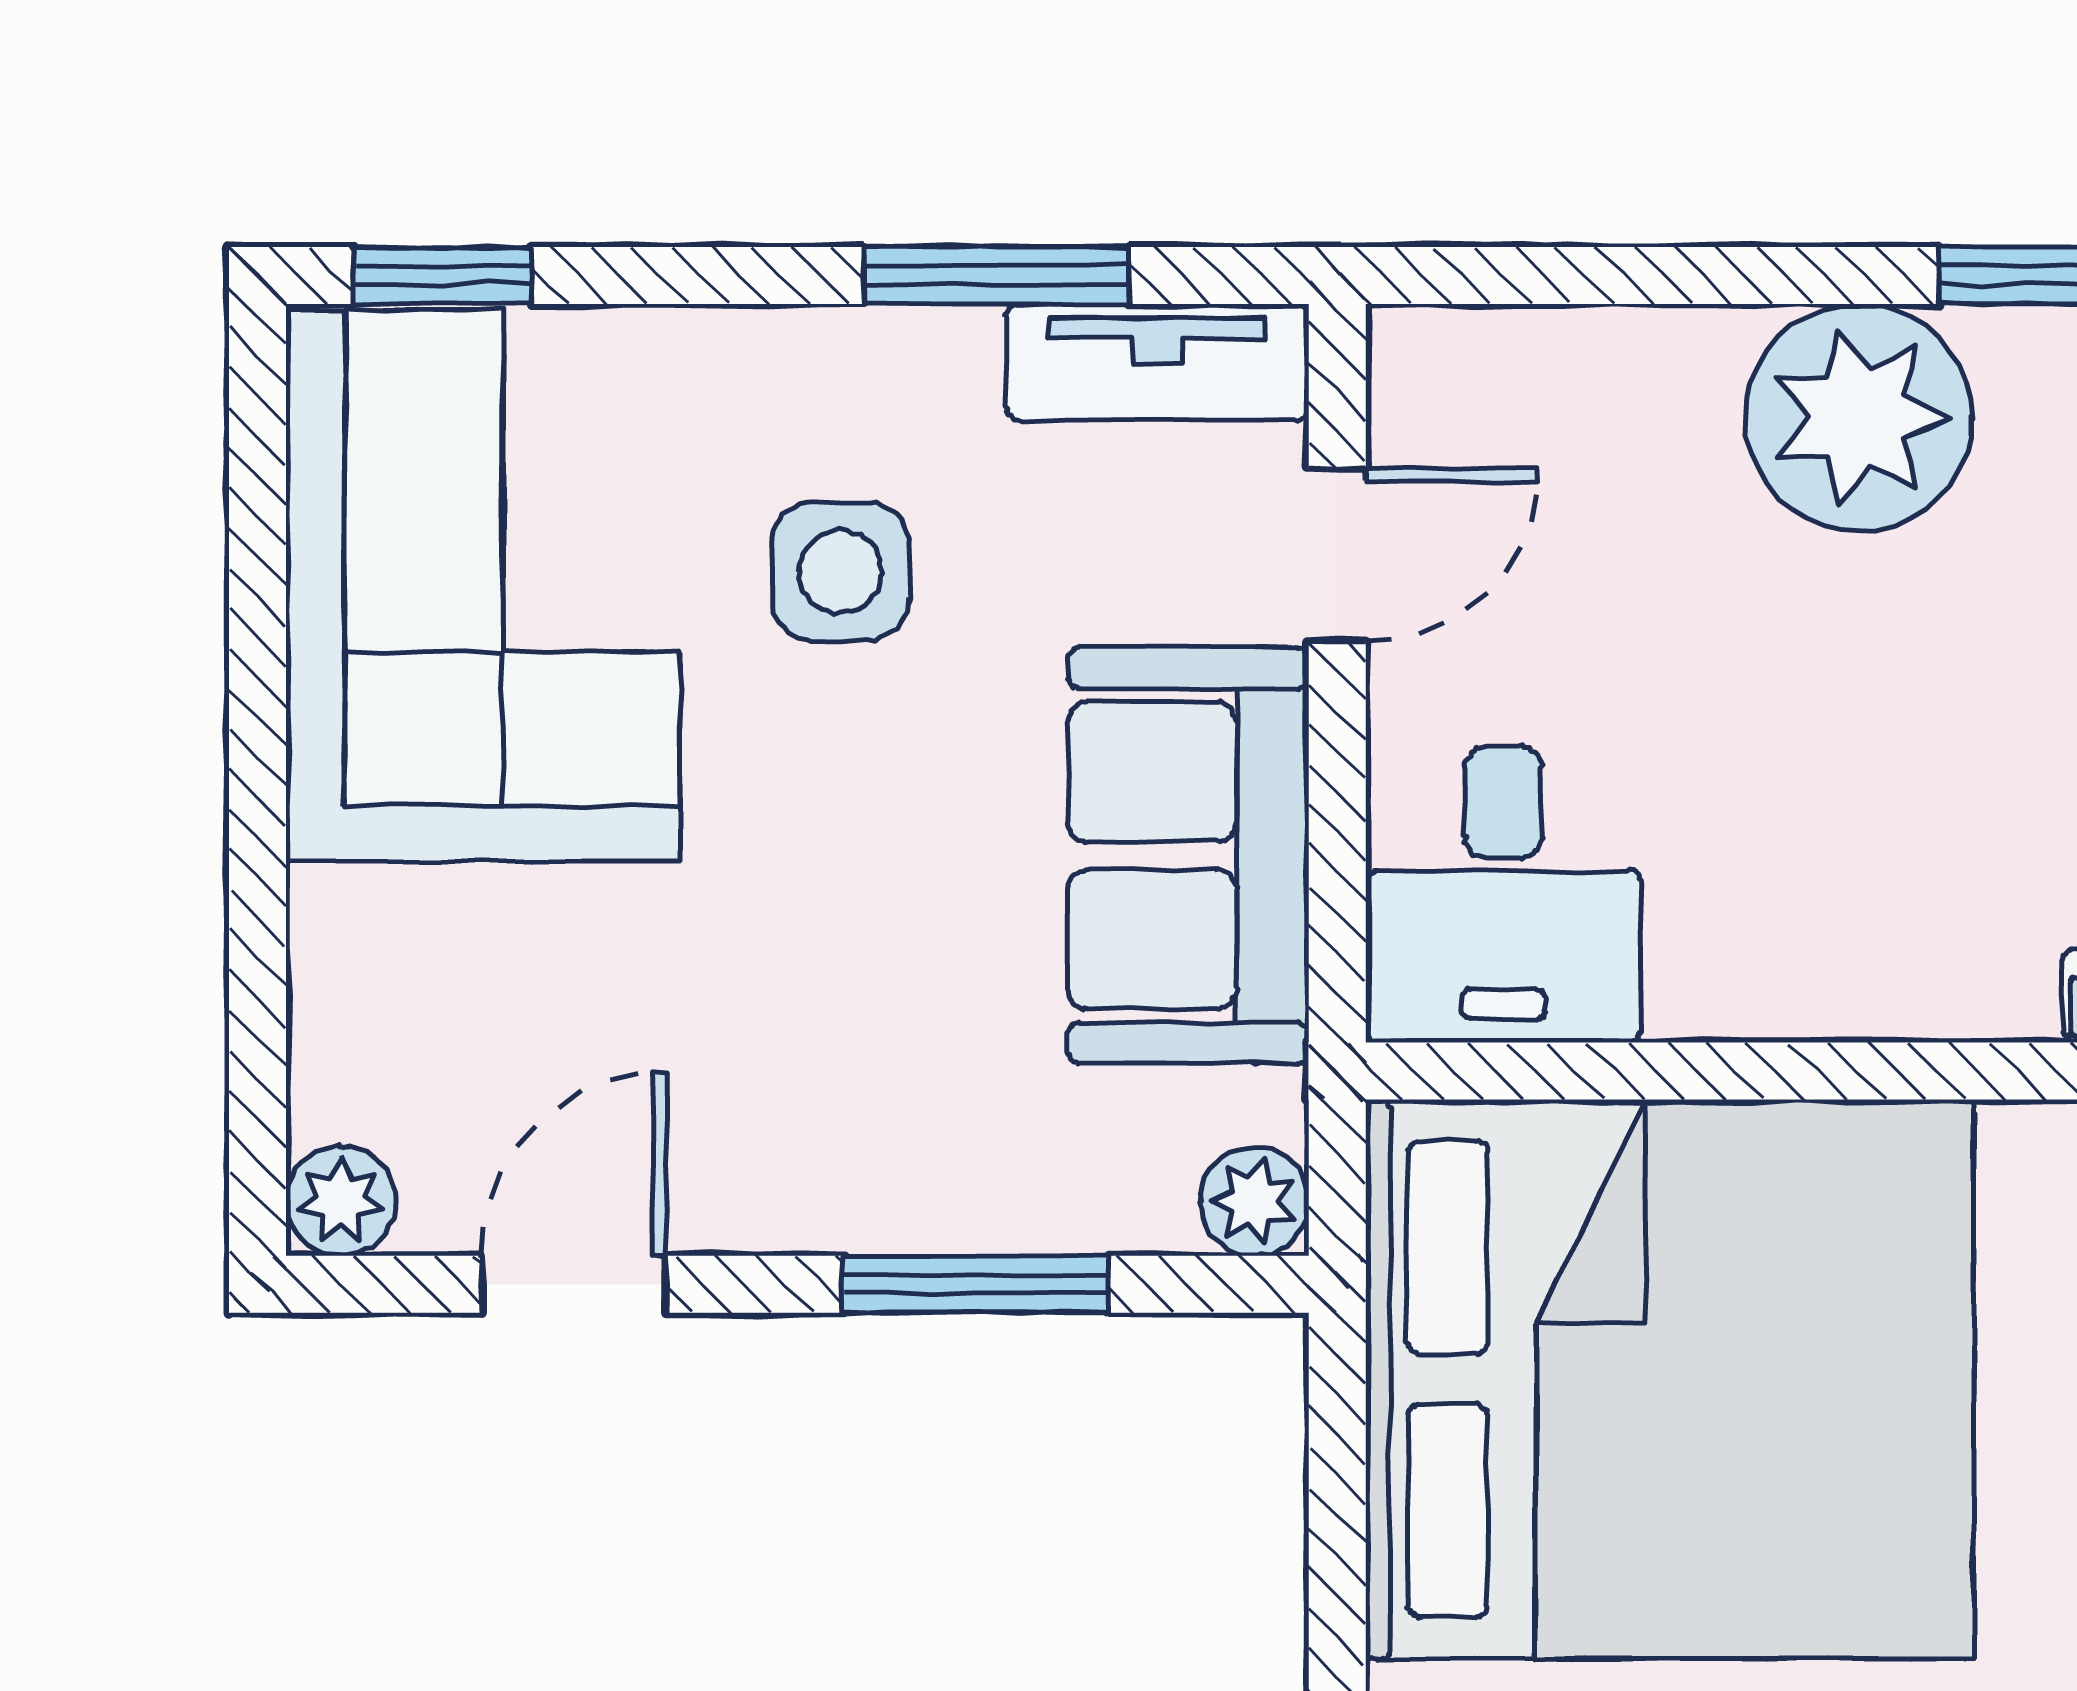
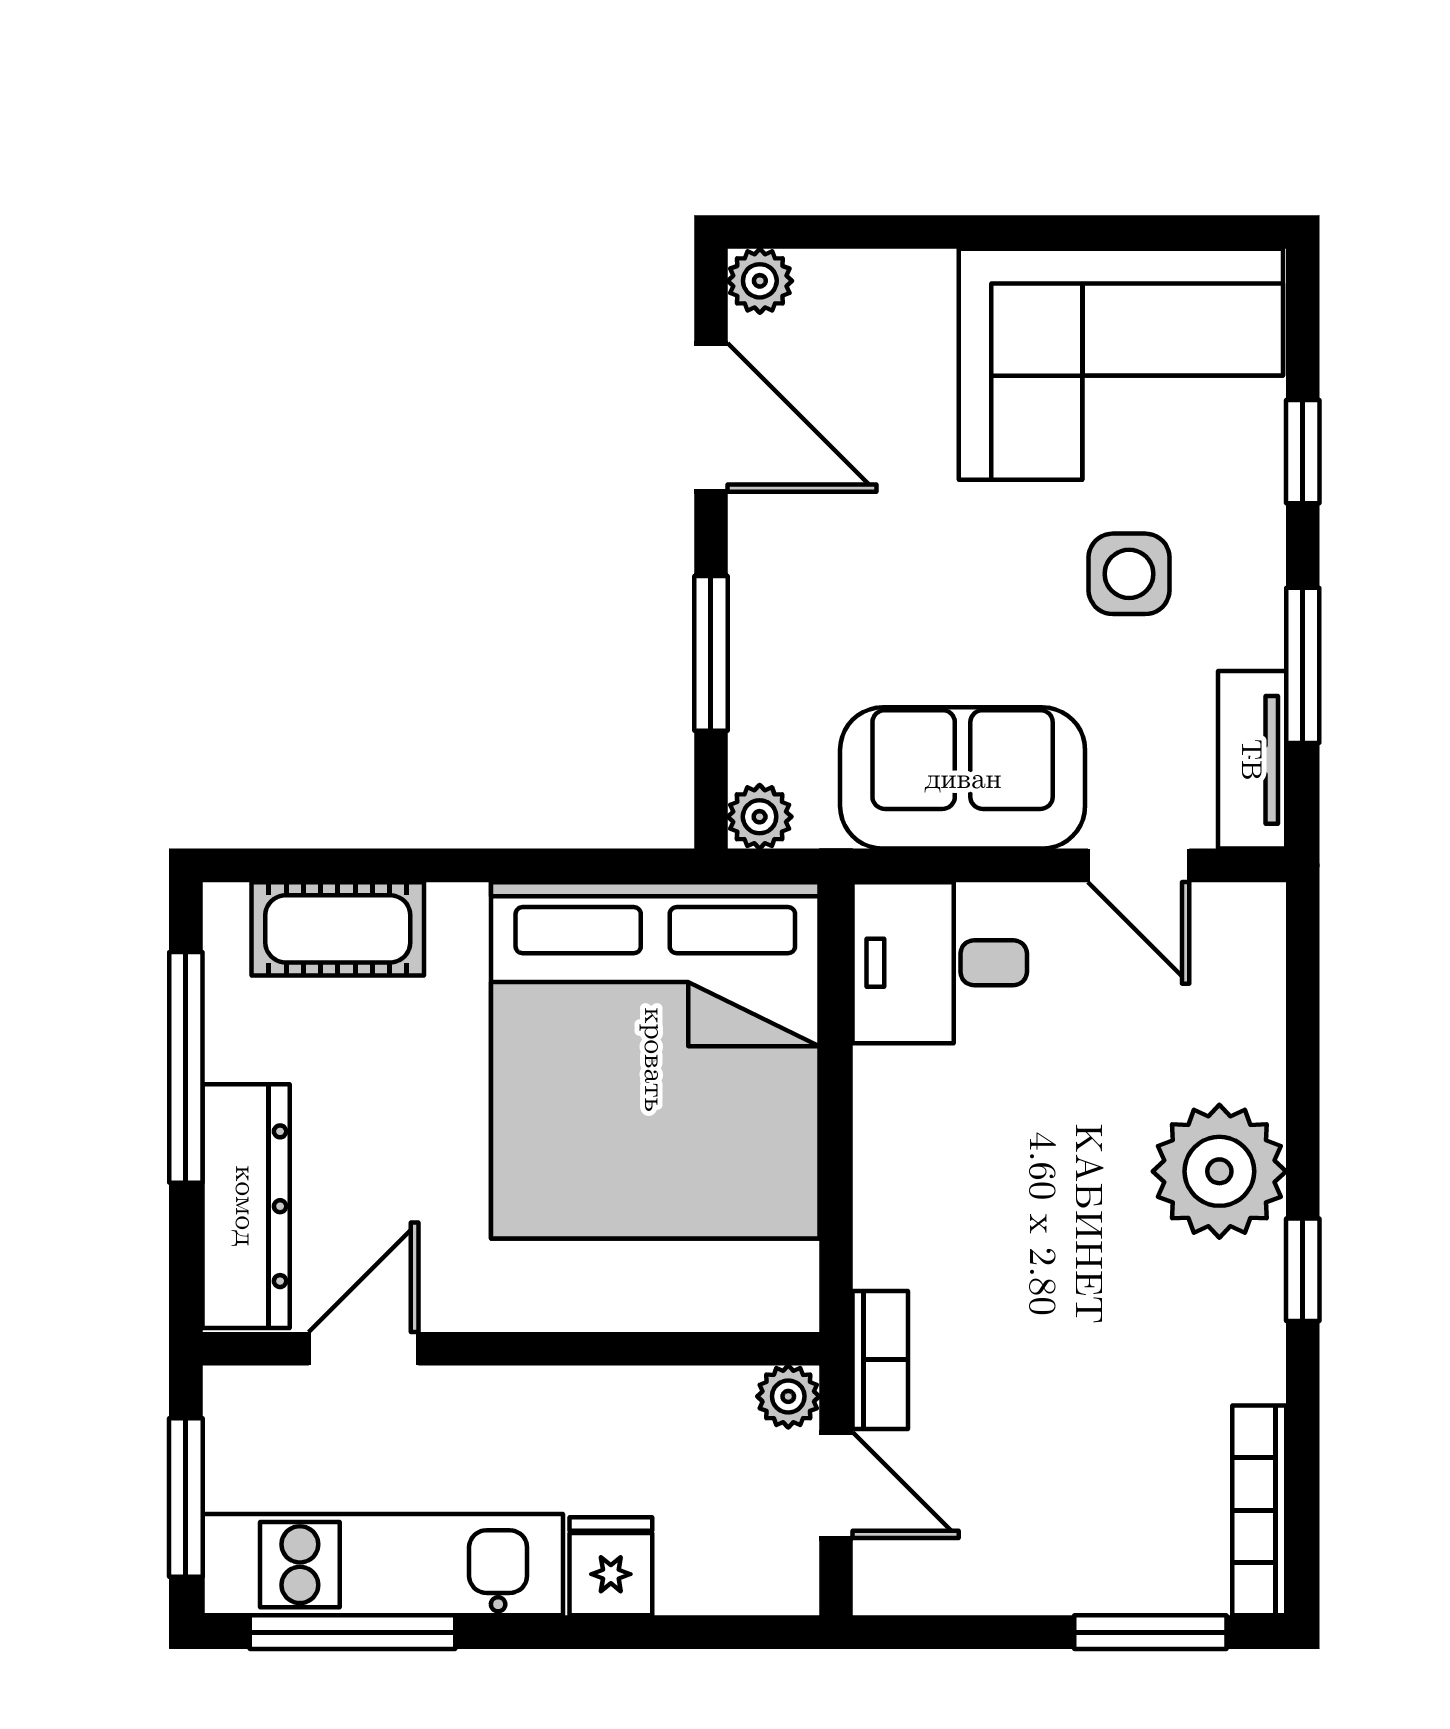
window: (443, 275) -> (1303, 452), moved
door: (574, 1284) -> (711, 417), width x1.38

